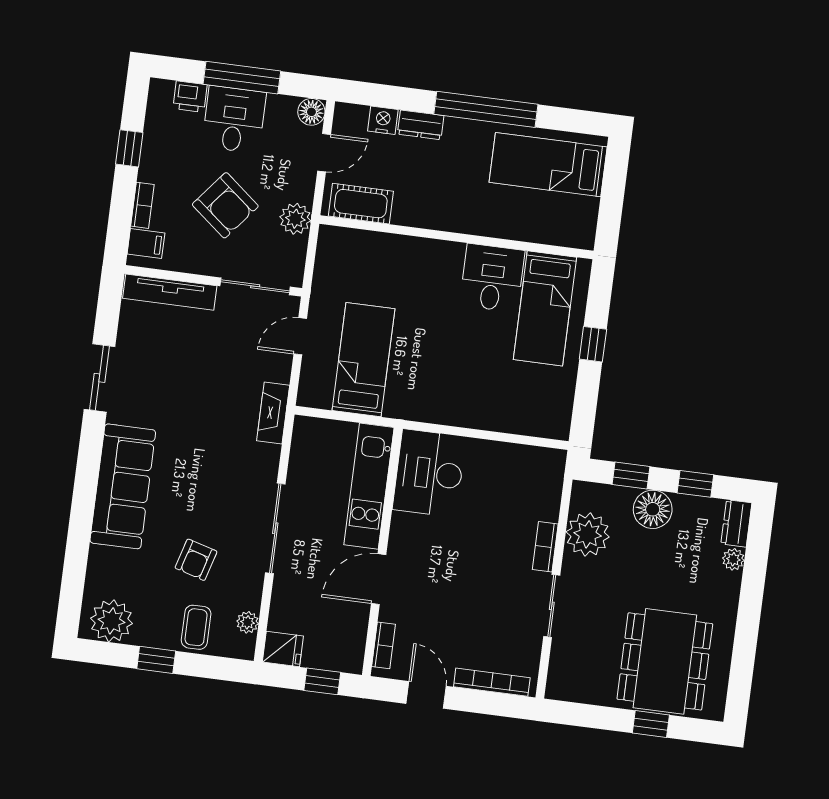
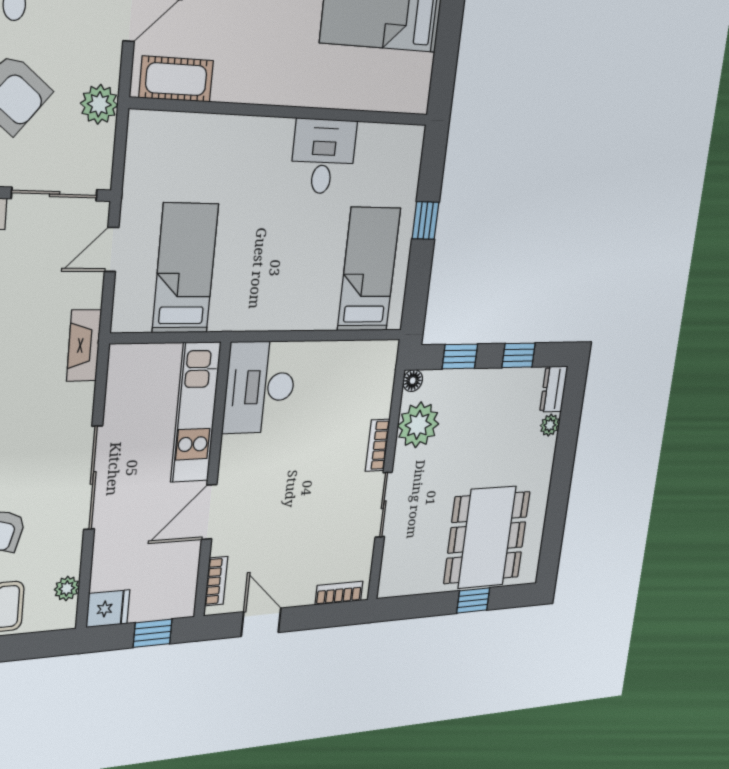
bed: (545, 308) -> (369, 269), moved, turned 180
floor lamp: (653, 509) -> (413, 381), moved, width x0.53, depth x0.53
bookcase: (492, 682) -> (339, 593), width x0.64

